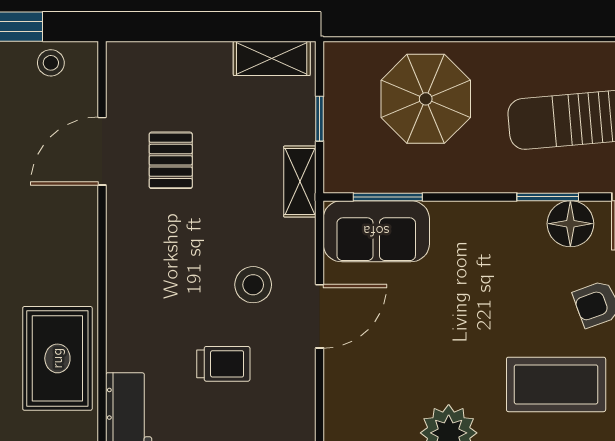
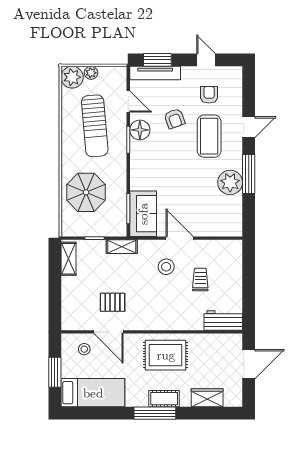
stool: (51, 63) -> (84, 349), moved
rug: (57, 358) -> (166, 355), moved

